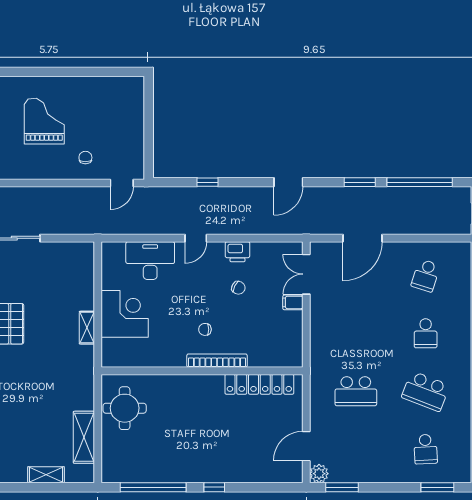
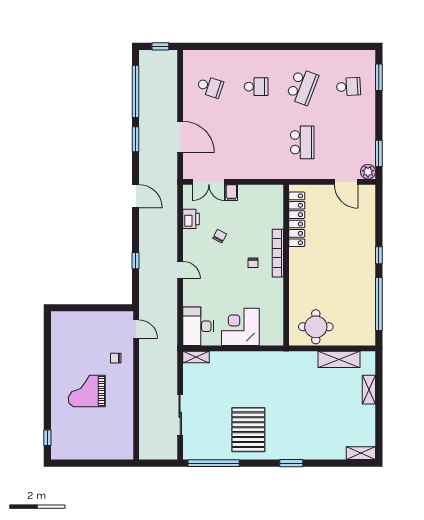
printer: (237, 252) -> (191, 219), moved
desk: (150, 261) -> (198, 326), moved
shelving: (87, 328) -> (196, 357), moved

